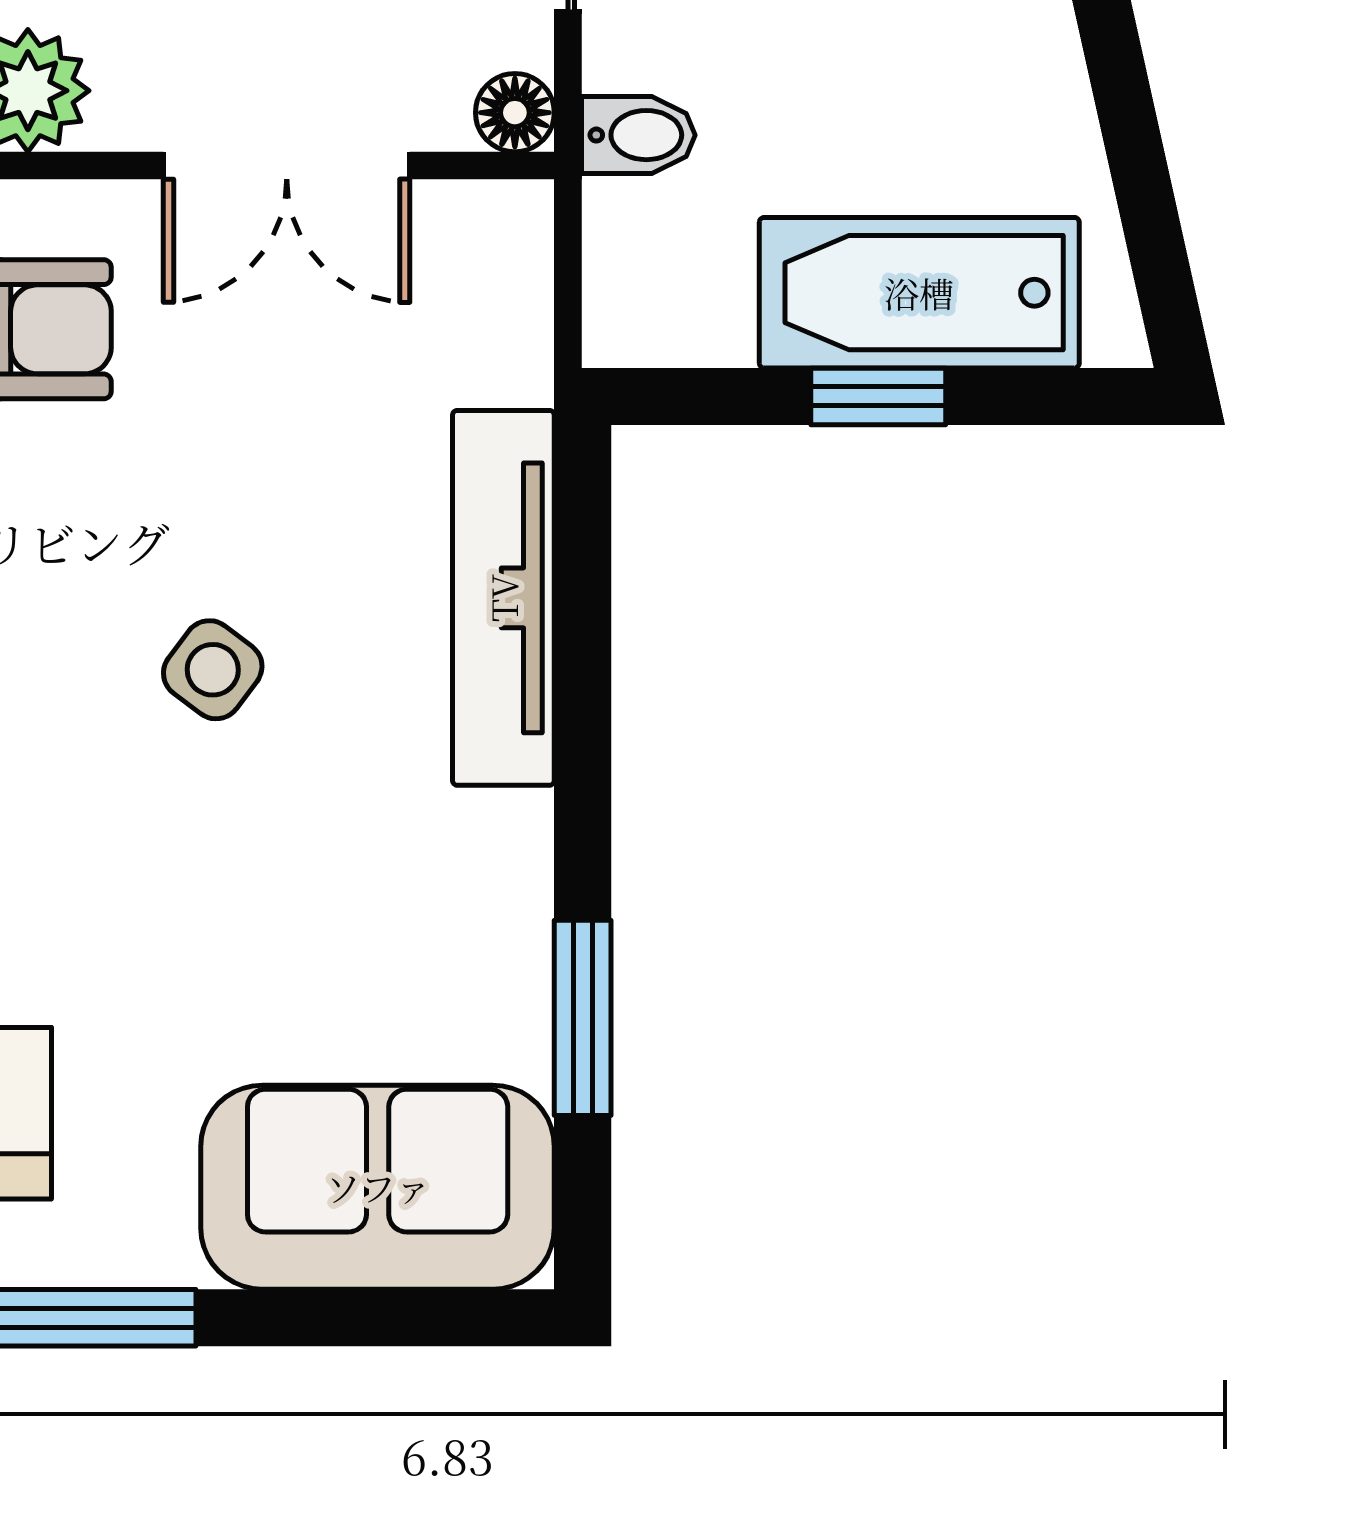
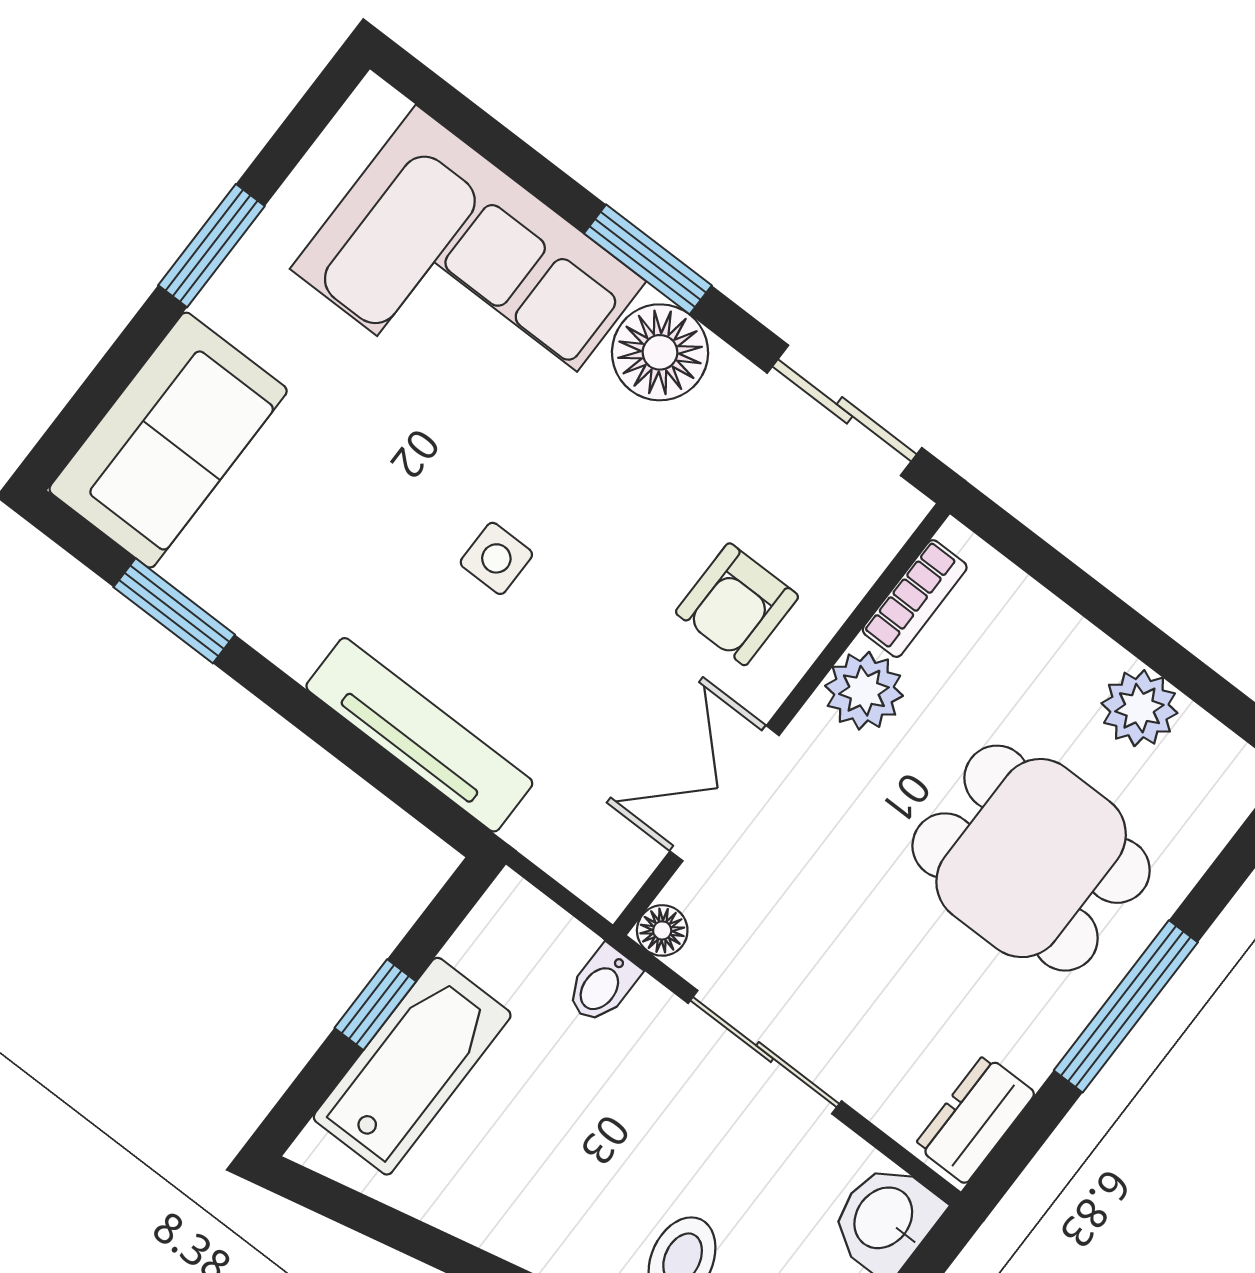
side table: (213, 670) -> (496, 558), turned -37

